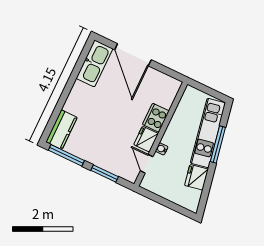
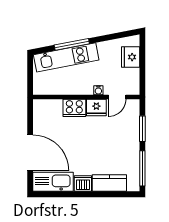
door: (133, 55) -> (30, 153), hinge flipped
dishwasher: (79, 91) -> (83, 184), added
kitchen counter: (61, 130) -> (109, 183), moved
fridge: (196, 177) -> (131, 57), moved, turned 101

